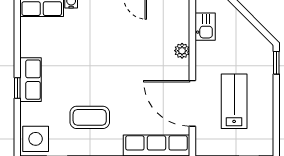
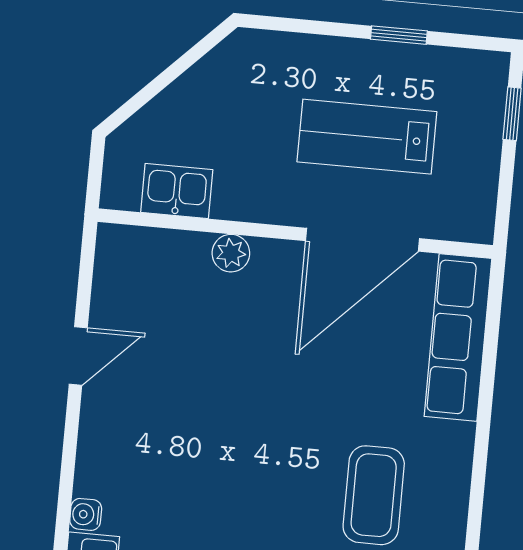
window: (276, 63) -> (399, 35), moved

